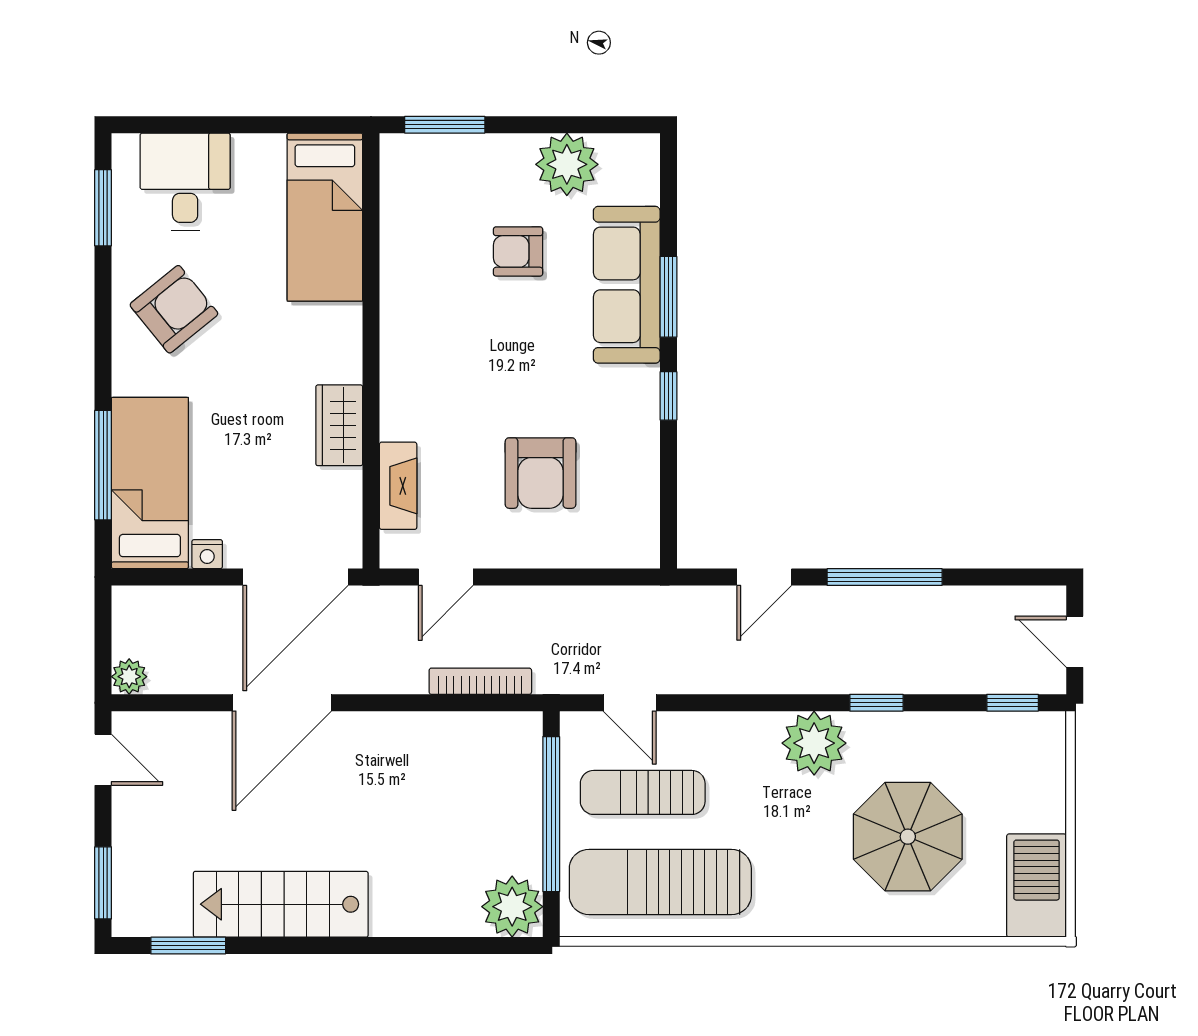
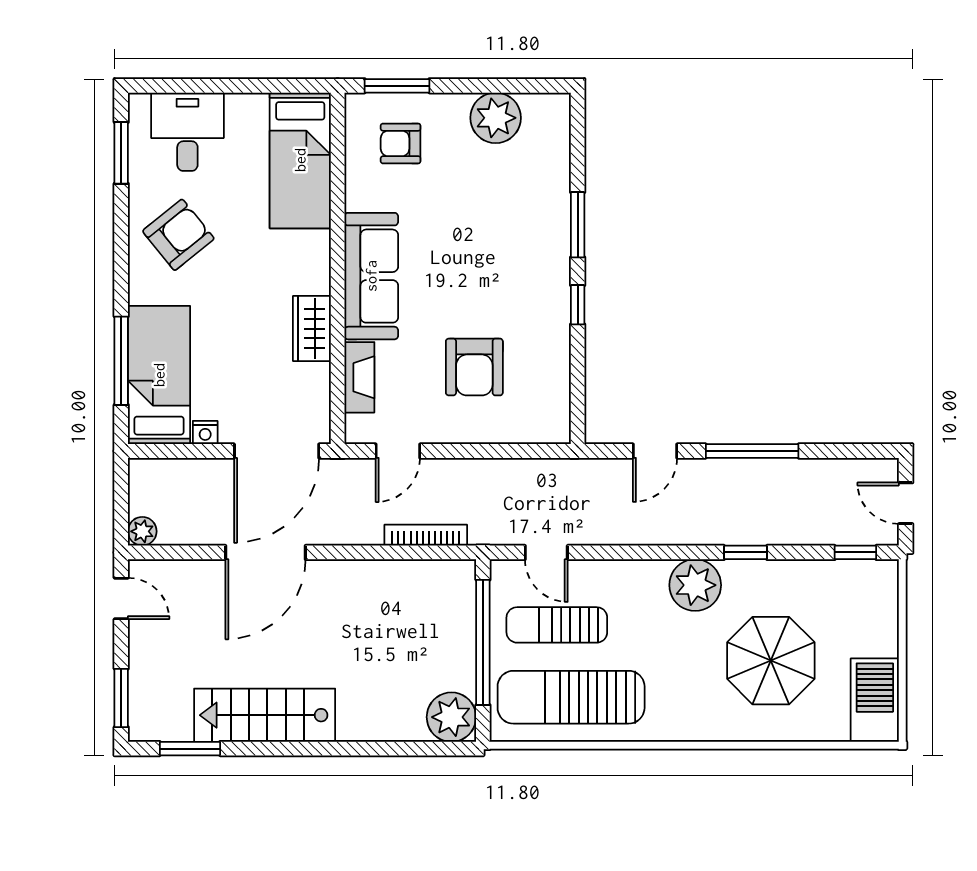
armchair: (518, 251) -> (401, 143), moved
sofa: (627, 285) -> (371, 276), moved, turned 180

